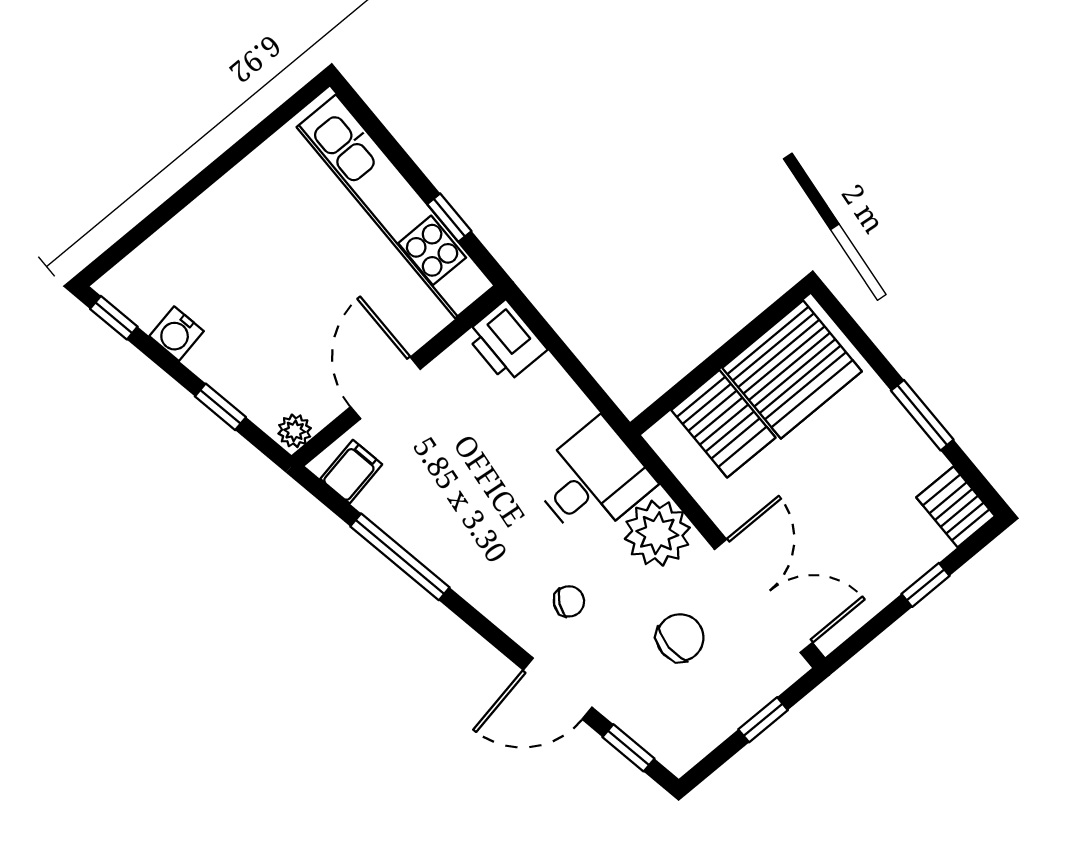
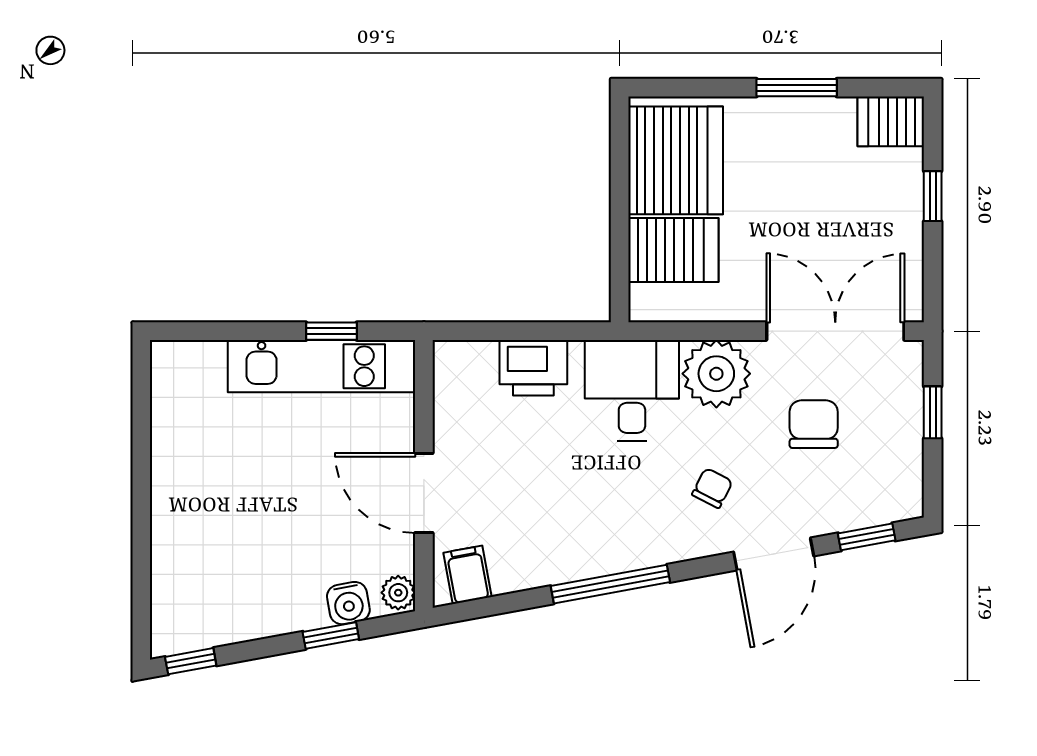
kitchen unit: (396, 206) -> (321, 366), width x0.73
water cooler: (177, 334) -> (348, 603), moved
printer: (506, 342) -> (533, 368), moved
window: (400, 557) -> (610, 584), moved

